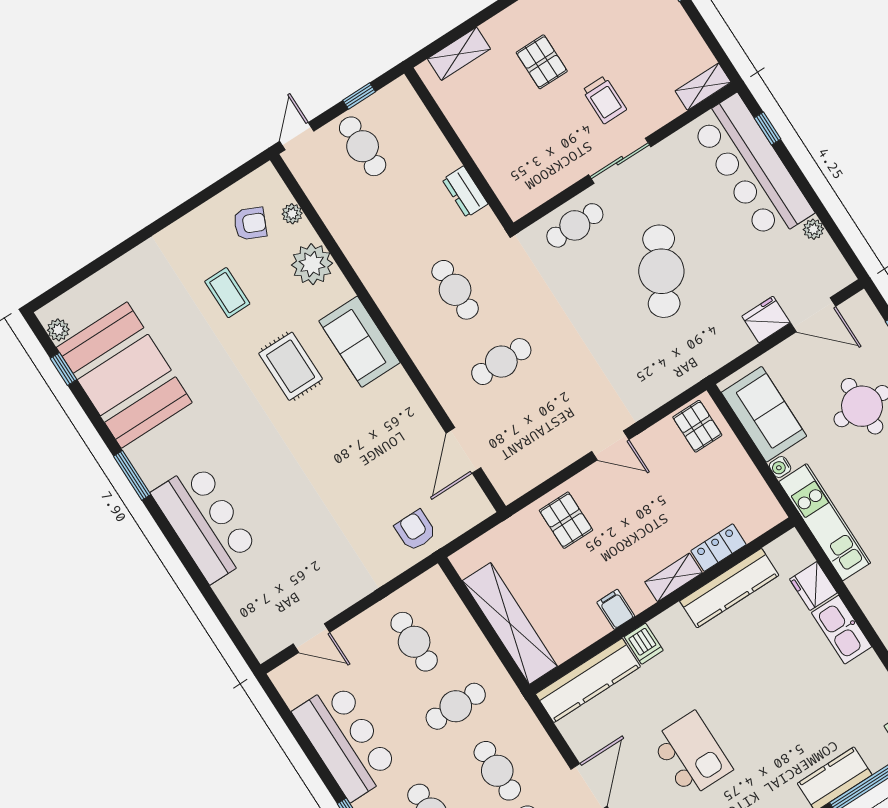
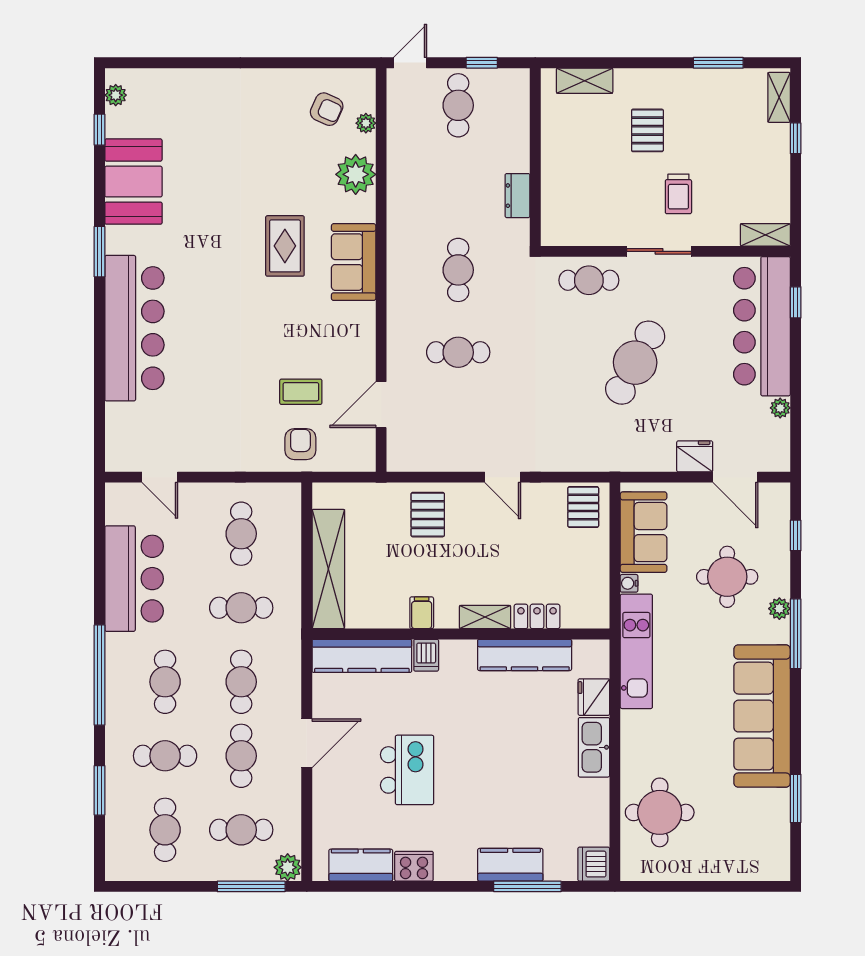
coffee table: (227, 293) -> (301, 392), moved, turned 90
booth: (124, 375) -> (133, 182), width x0.73, depth x0.70
bar counter: (206, 522) -> (134, 328), width x1.36

